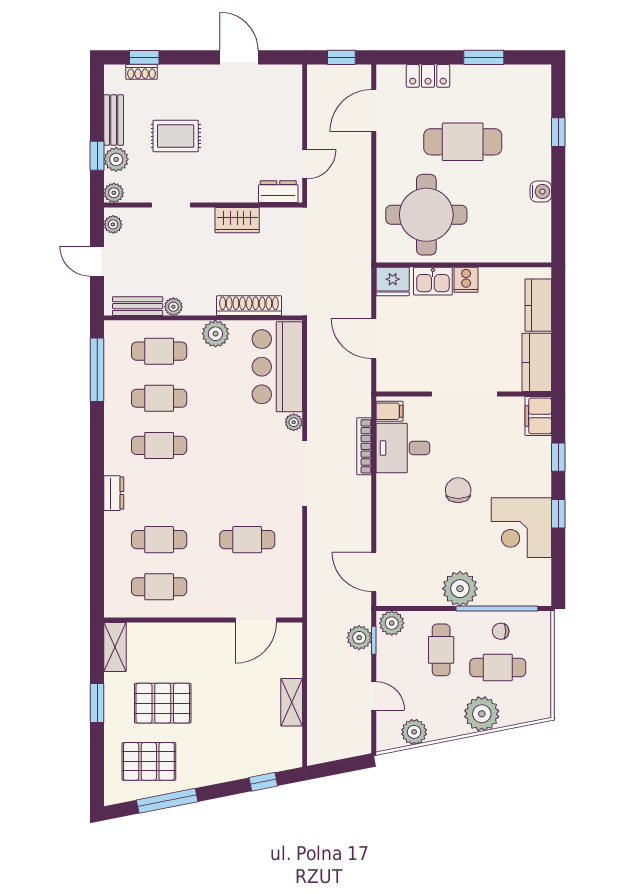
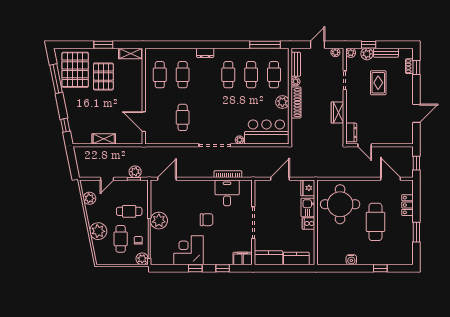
shoe rack: (249, 306) -> (296, 103), moved
filing cabinet: (389, 411) -> (245, 186), removed
plant: (392, 623) -> (142, 259), moved
pallet: (149, 761) -> (75, 70), width x1.37, depth x1.41

